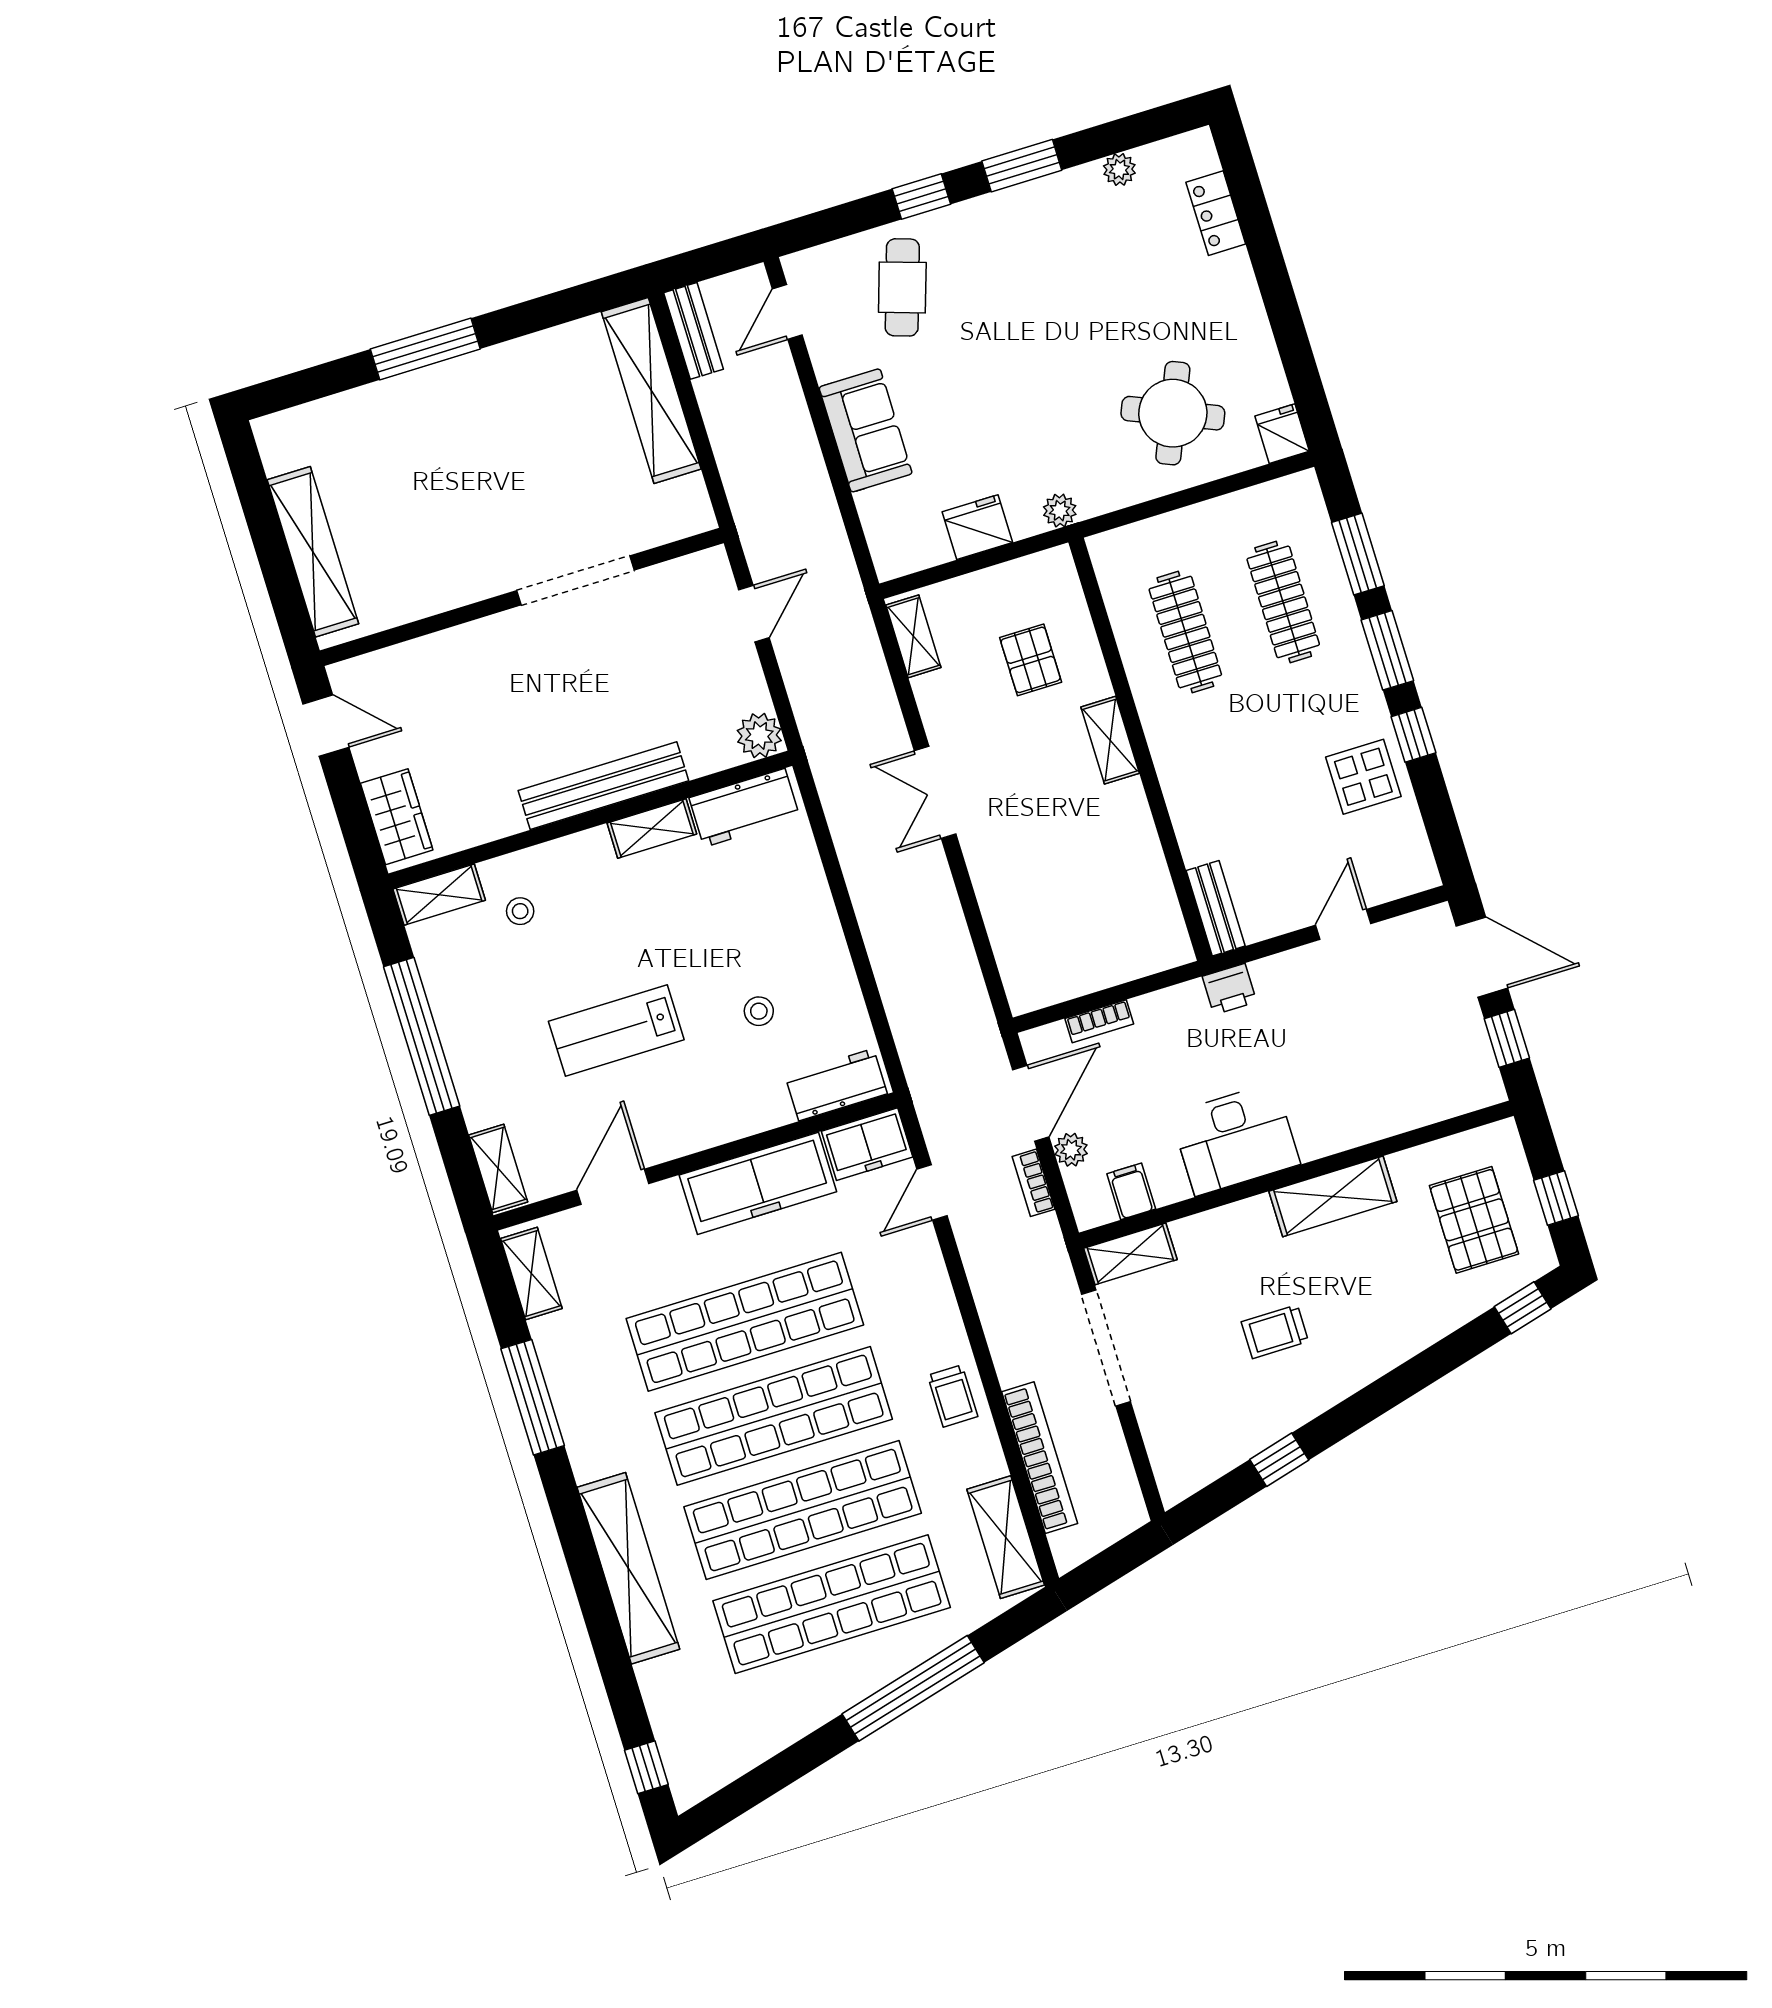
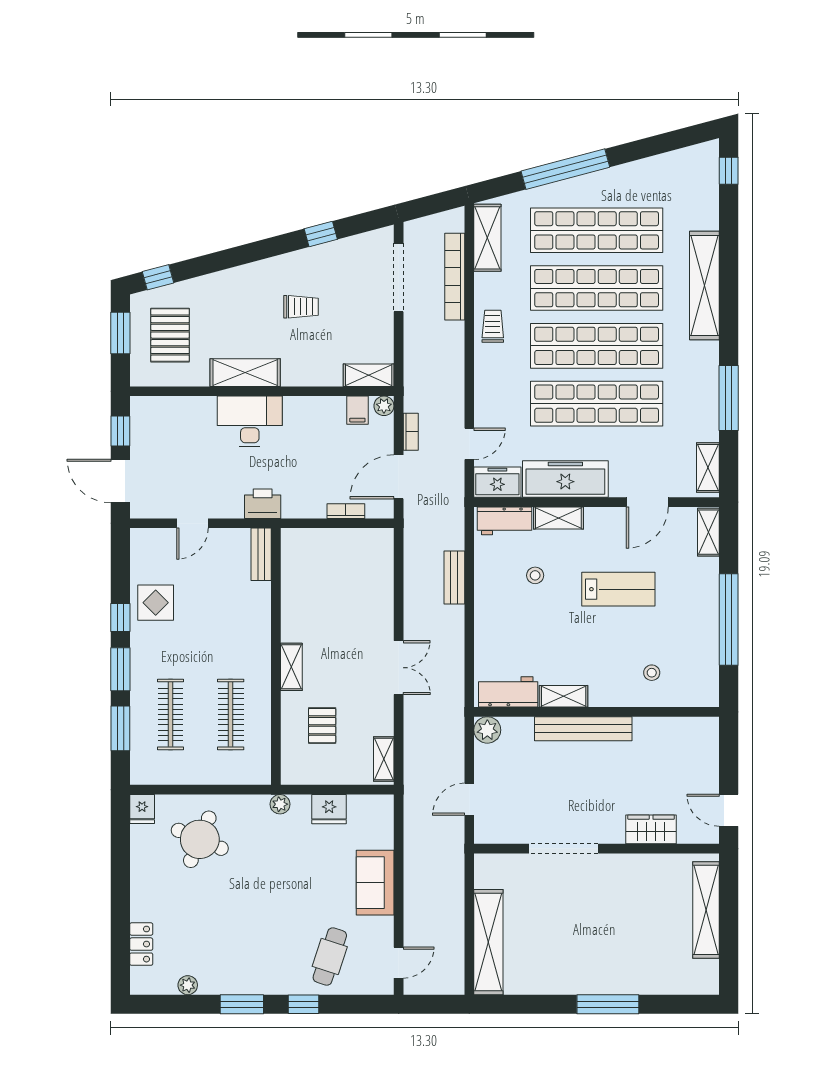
bench: (694, 331) -> (454, 578), moved
wardrobe: (397, 817) -> (651, 829), moved, turned 90
shelving: (439, 895) -> (558, 518), moved
printer: (1229, 989) -> (263, 504), width x1.36, depth x1.24
desk: (1235, 1139) -> (250, 421), moved
plant: (1071, 1150) -> (384, 406), moved
window: (1556, 1198) -> (120, 333), width x1.50
doorway: (1106, 1348) -> (399, 278), moved

